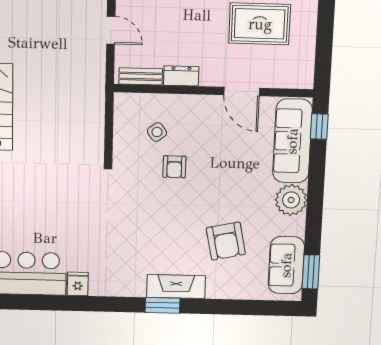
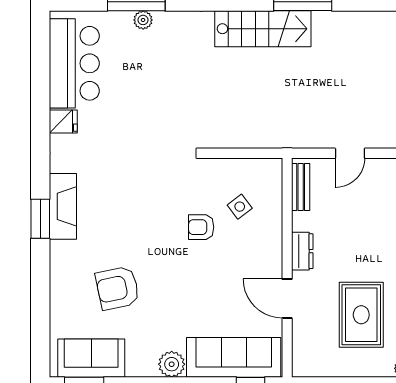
dresser: (181, 76) -> (302, 251), moved
door: (242, 92) -> (287, 299), hinge flipped
plant: (291, 200) -> (172, 364), width x0.73, depth x0.73
fireplace: (176, 287) -> (63, 206), moved

